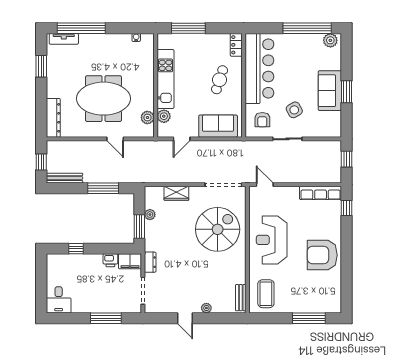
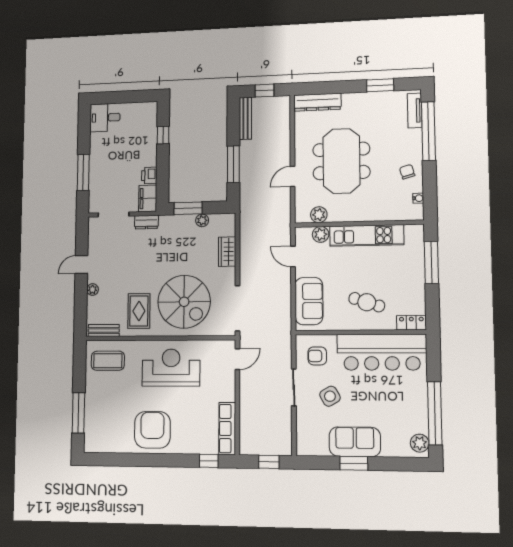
chair: (114, 46) -> (407, 172), added
rug: (225, 268) -> (139, 311), added

